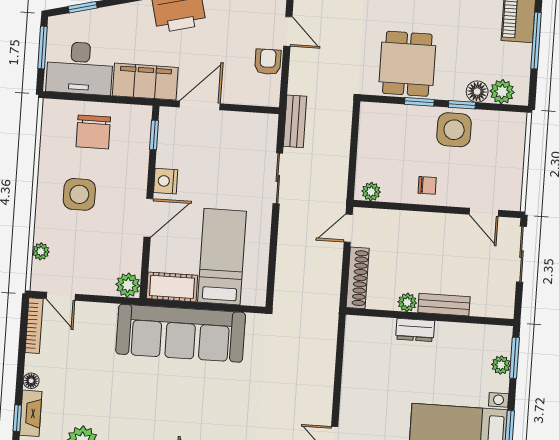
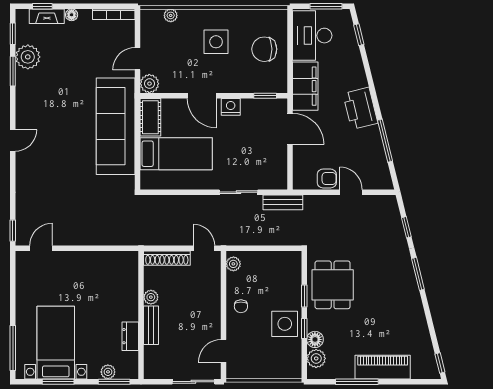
door: (288, 31) -> (351, 192), swing flipped
dining table: (407, 64) -> (333, 285), turned 90
door: (61, 296) -> (137, 59), moved
dresser: (415, 330) -> (130, 336), moved

